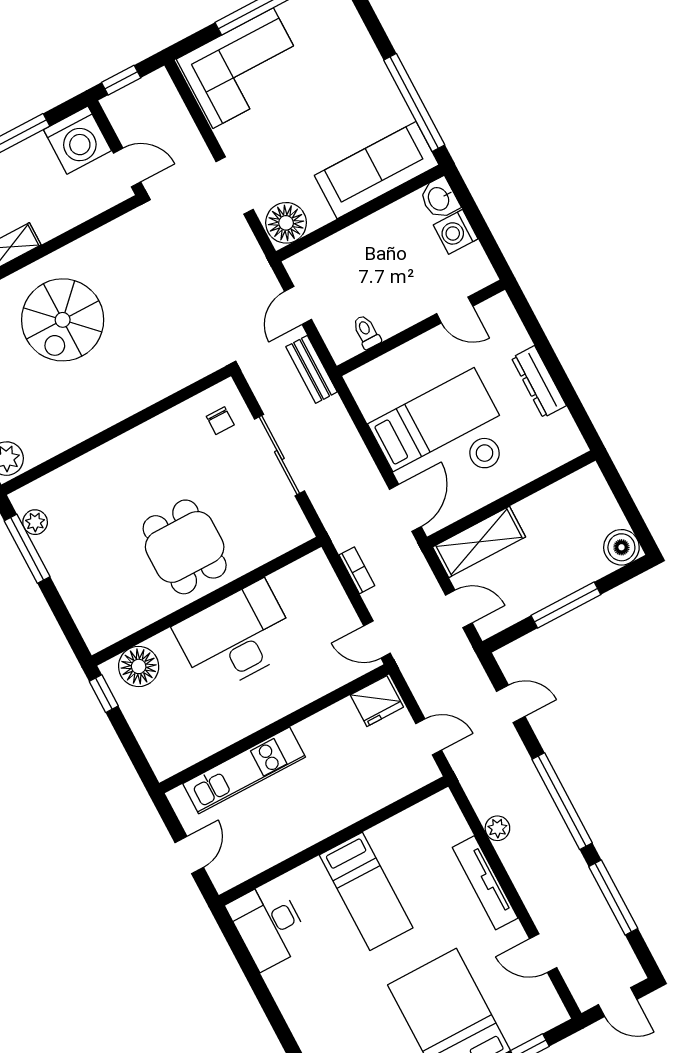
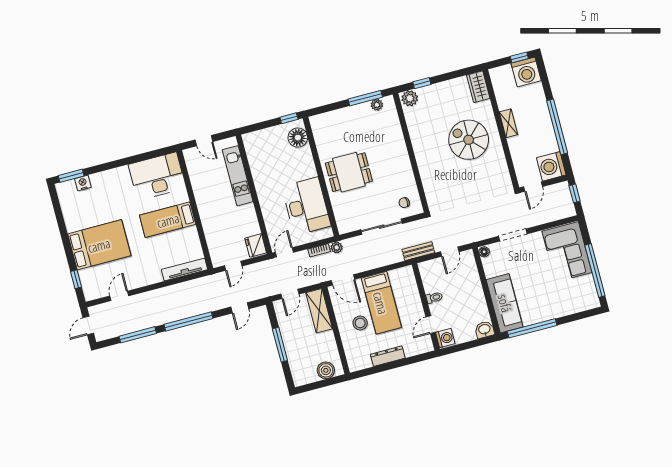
floor lamp: (286, 223) -> (484, 252), width x0.53, depth x0.53
washing machine: (456, 232) -> (445, 338), moved, turned 90
door: (298, 305) -> (450, 252), swing flipped
toilet: (366, 332) -> (434, 298), moved
boiler: (621, 547) -> (326, 370), moved
desk: (236, 637) -> (306, 206), moved
plant: (497, 828) -> (337, 247), moved
tv unit: (485, 883) -> (185, 270), moved
desk: (269, 925) -> (157, 176), width x1.36, depth x1.30

